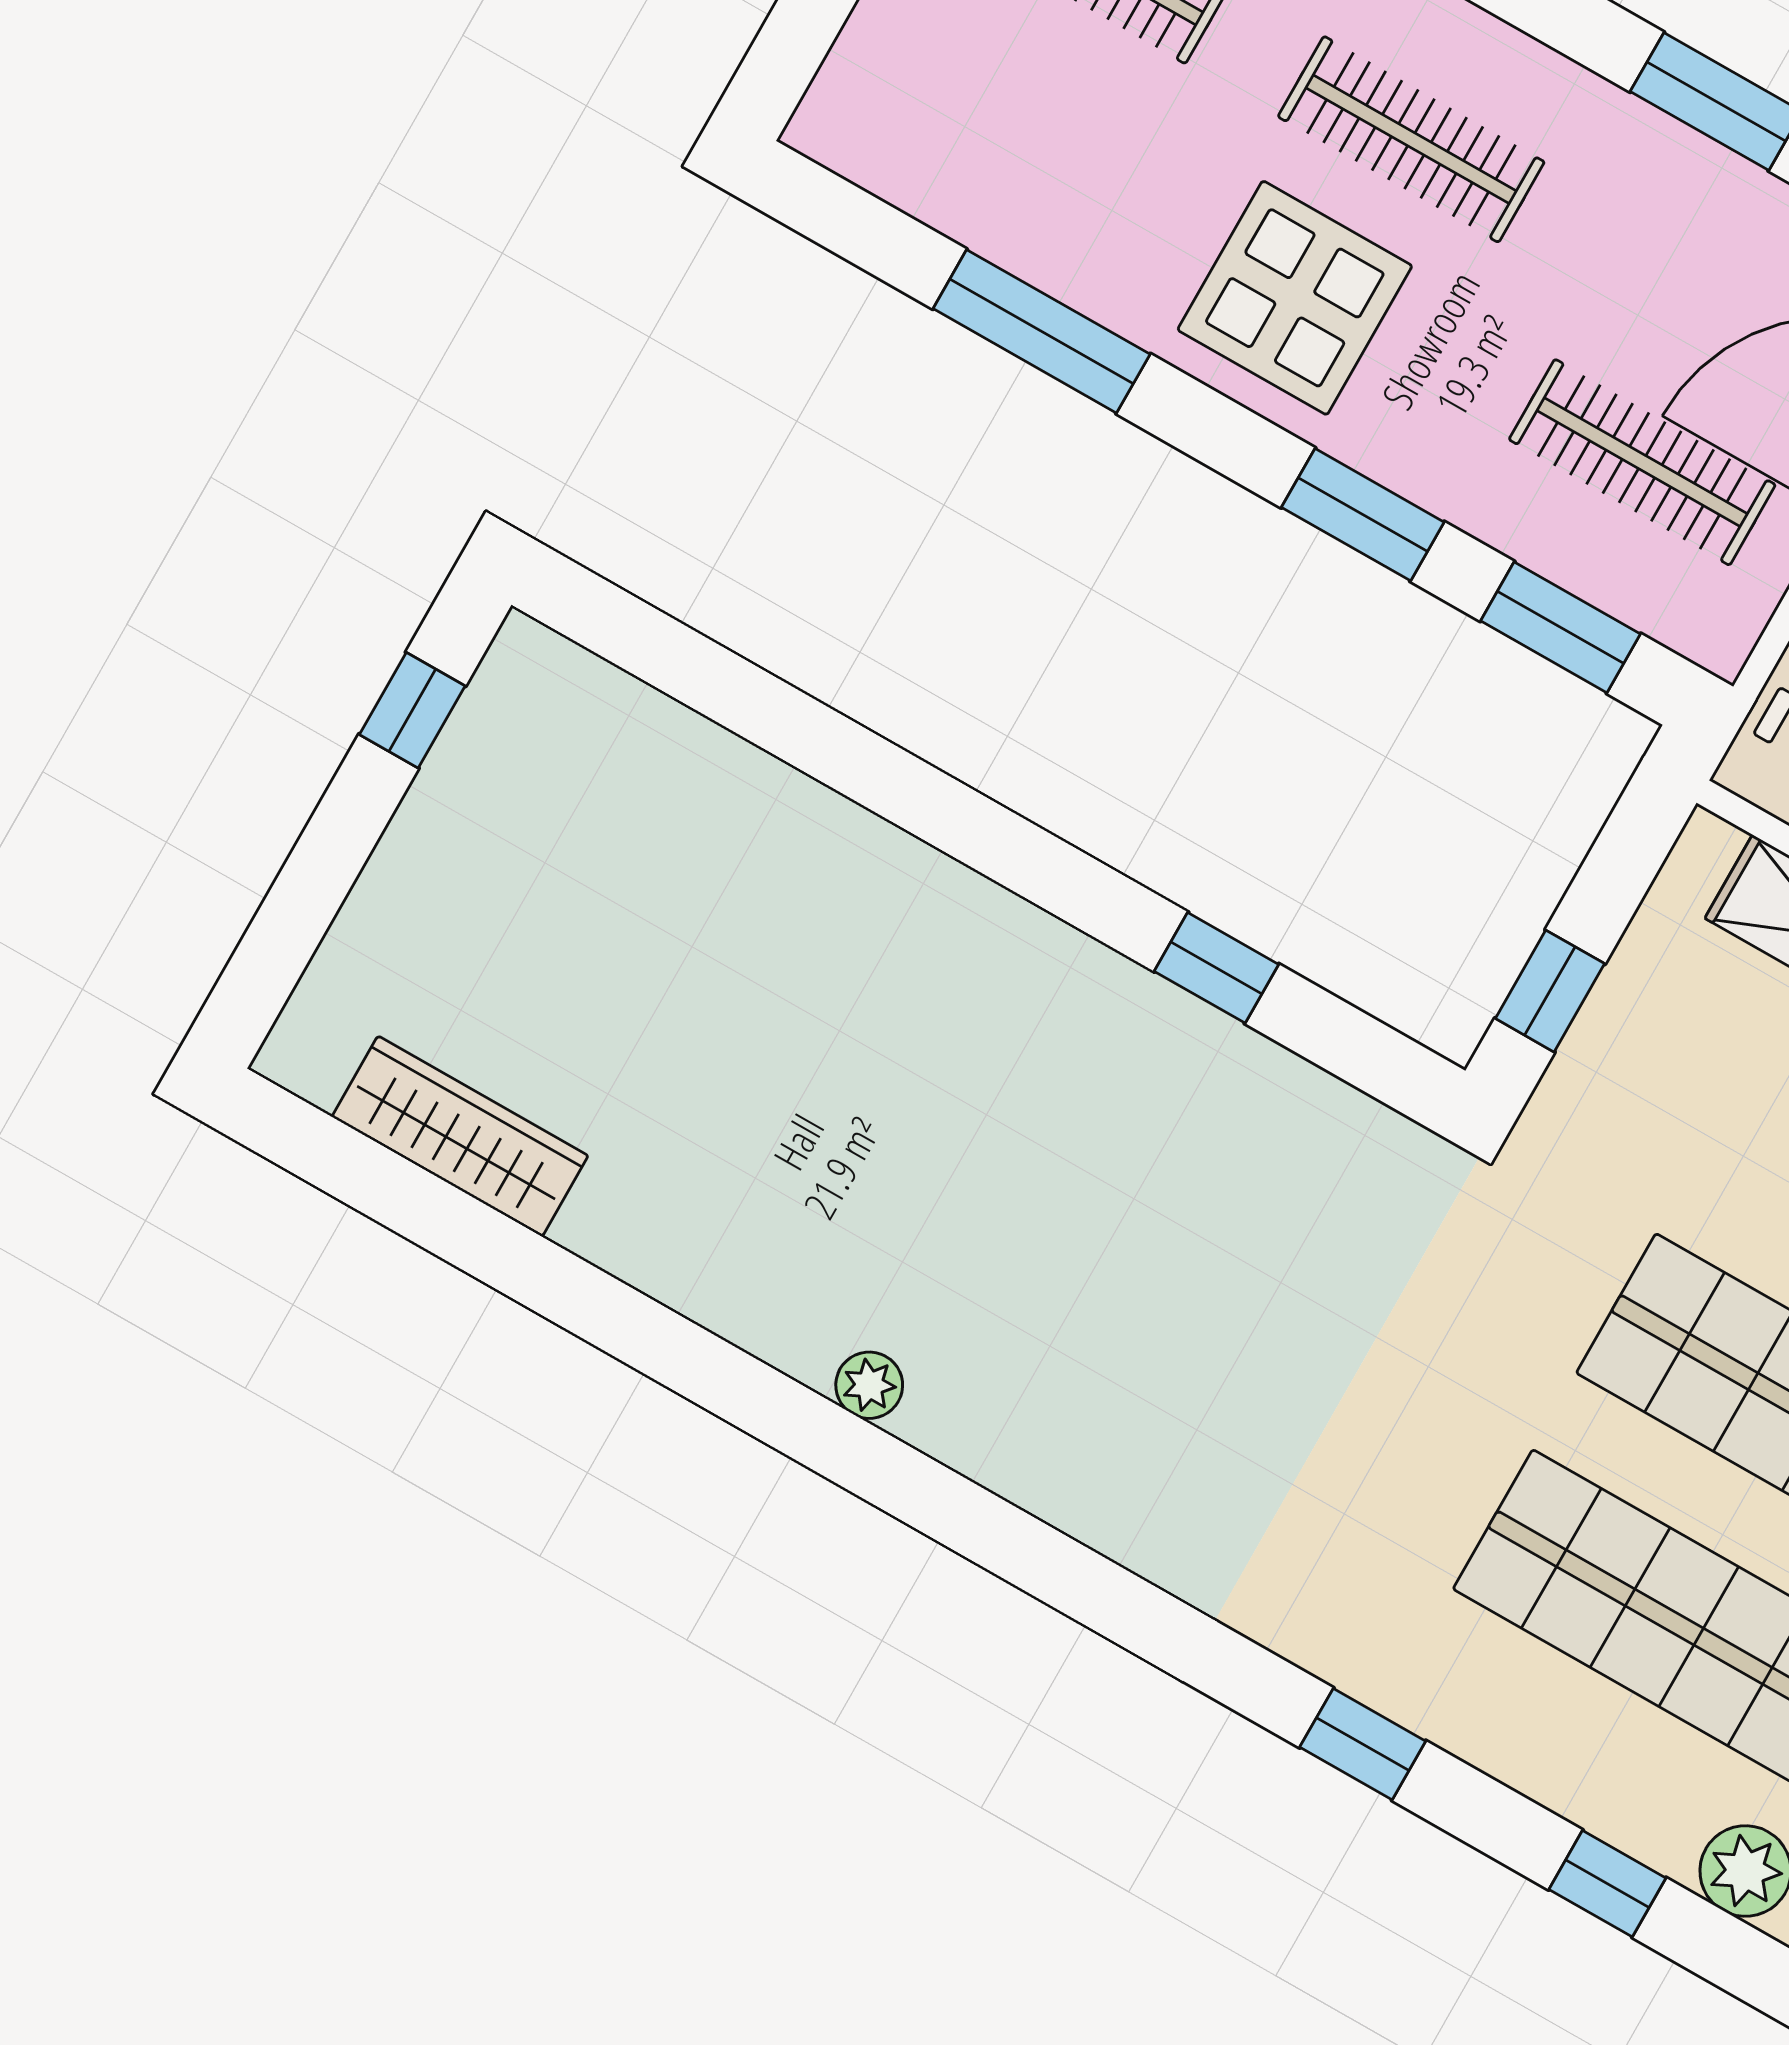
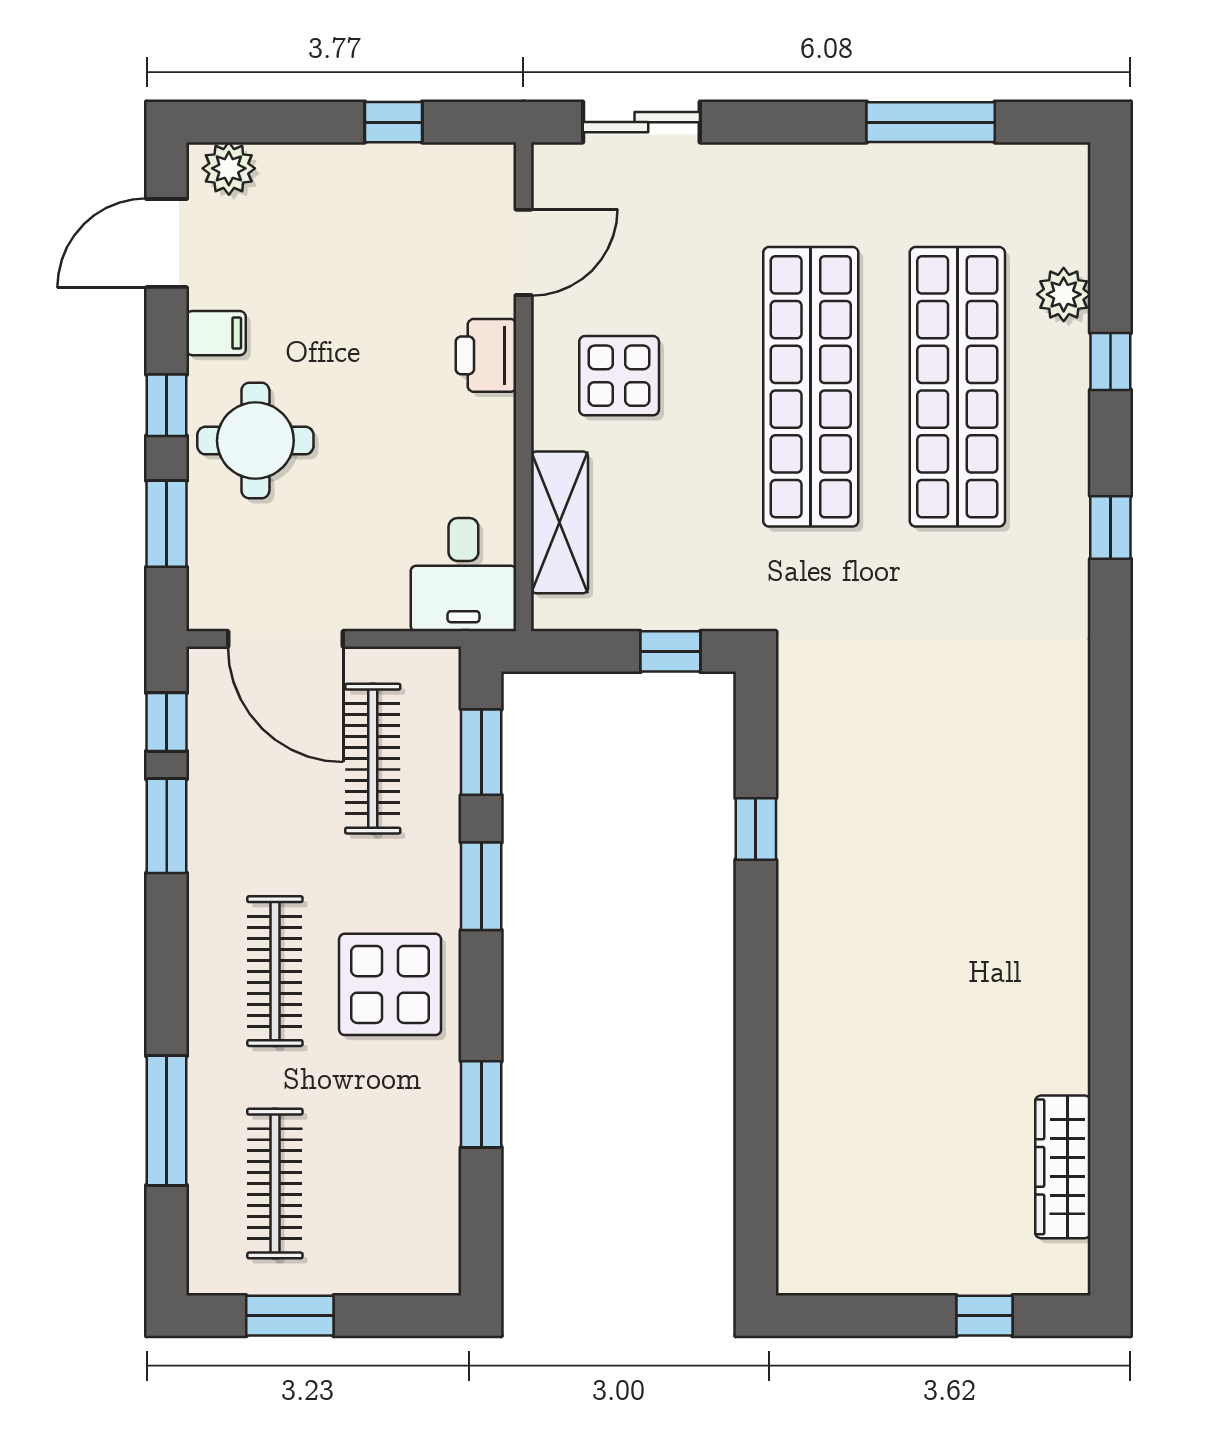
window: (1042, 331) -> (481, 1104), width x0.69
window: (412, 710) -> (984, 1316), moved
plant: (869, 1385) -> (1071, 885), removed

